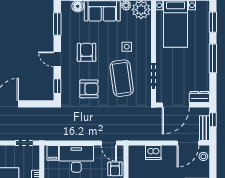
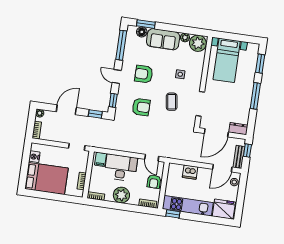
window: (57, 24) -> (121, 45), width x1.44
armchair: (87, 52) -> (144, 74), turned -90
coffee table: (122, 78) -> (172, 102), width x0.54, depth x0.58
window: (40, 104) -> (95, 114), added

